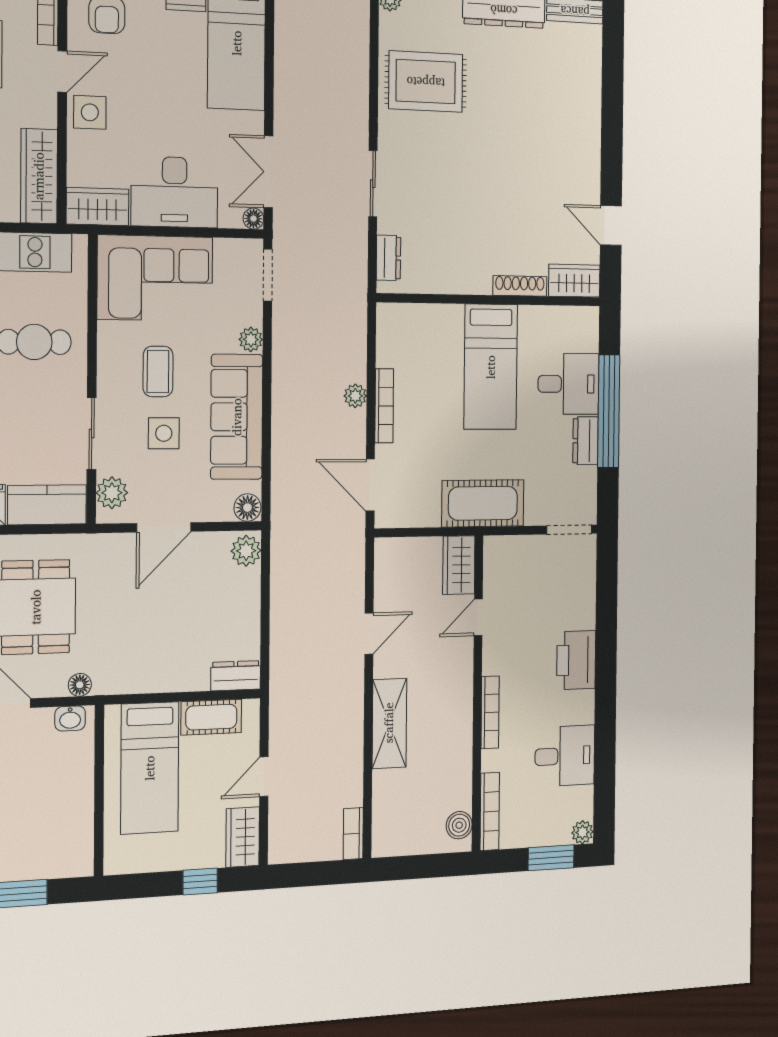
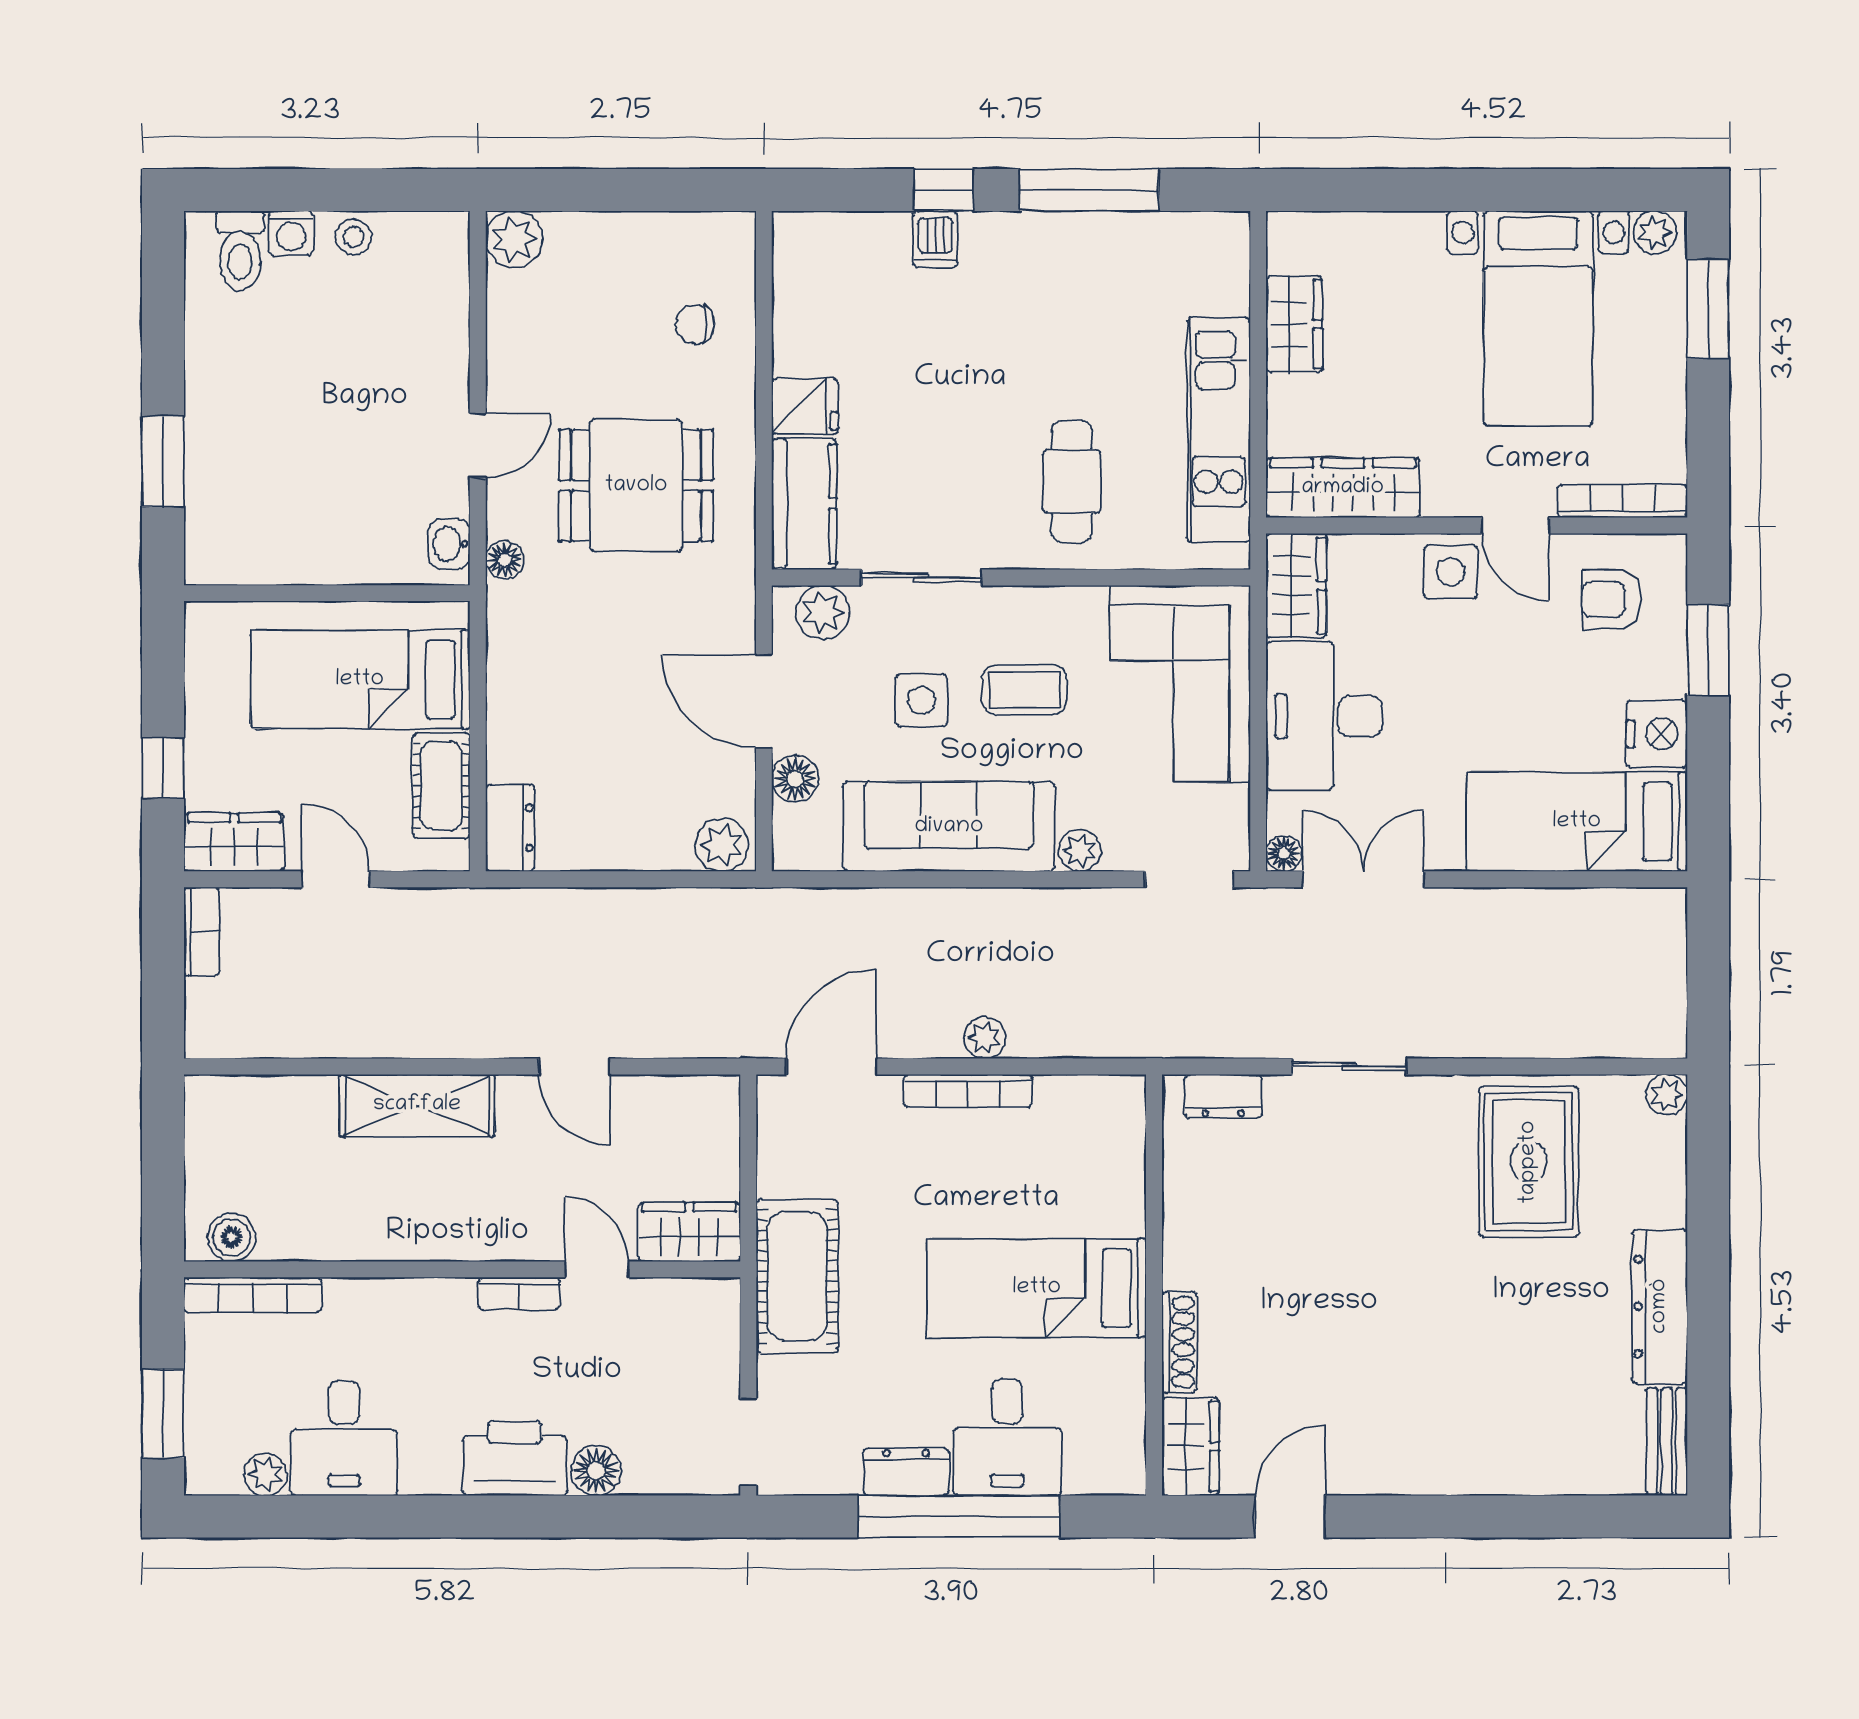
floor lamp: (247, 508) -> (795, 779), moved
floor lamp: (583, 614) -> (596, 1471), added
bookcase: (490, 712) -> (519, 1294), moved, width x0.64
plant: (582, 832) -> (265, 1474), moved
bookcase: (353, 834) -> (202, 932), moved, turned 90

